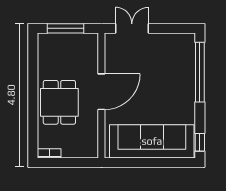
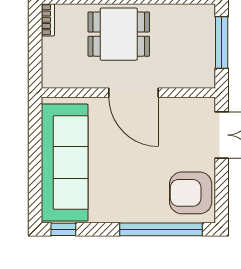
armchair: (174, 51) -> (191, 193), added

